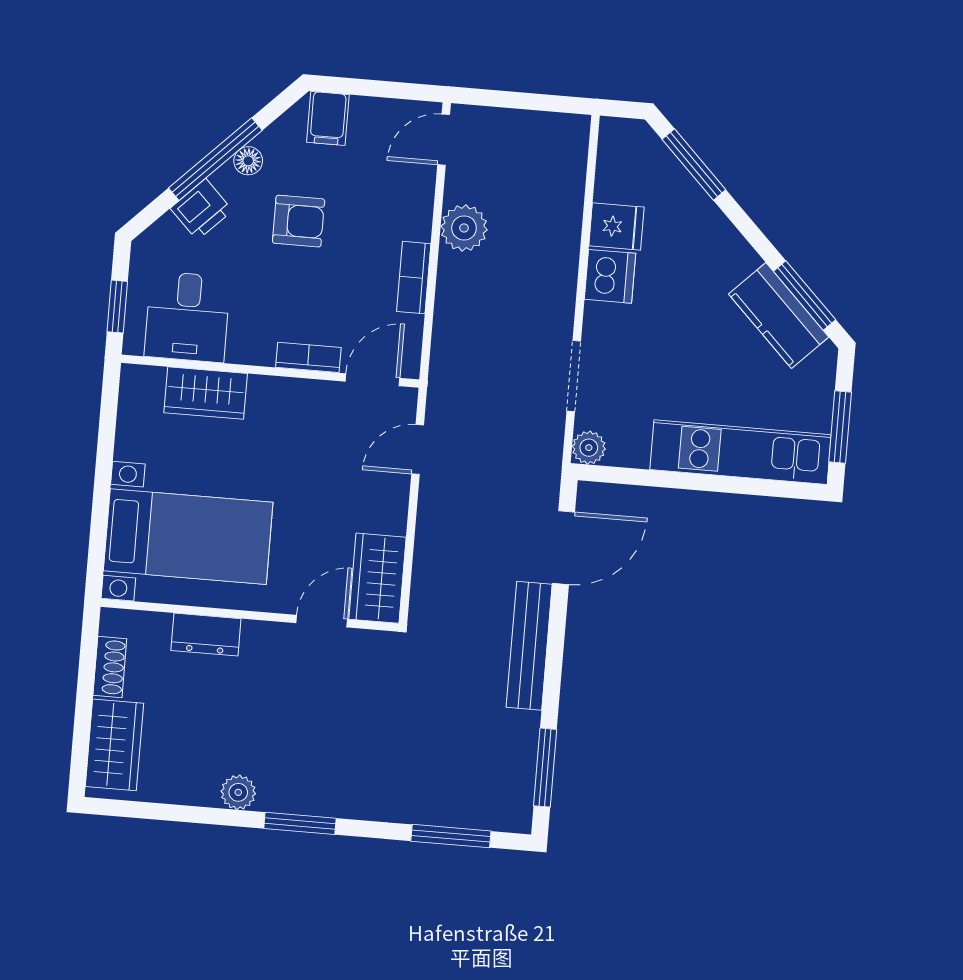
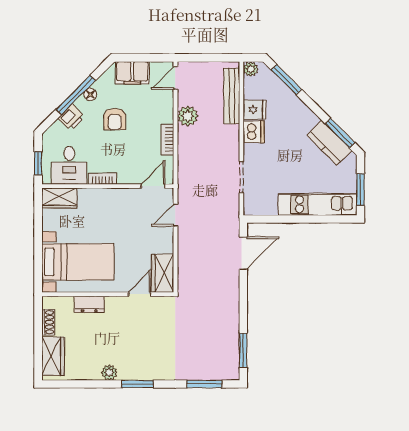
filing cabinet: (328, 118) -> (132, 73), width x2.00
armchair: (299, 221) -> (115, 119), turned 90
bookcase: (308, 357) -> (102, 179), moved
wardrobe: (206, 393) -> (59, 198), moved
plant: (589, 448) -> (251, 69), moved
bench: (529, 646) -> (232, 96), moved

